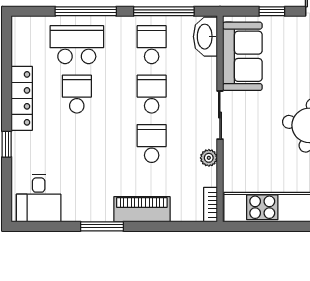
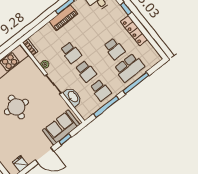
washbasin: (205, 37) -> (73, 97), moved
sofa: (242, 56) -> (61, 127), moved, turned 90
piano: (142, 209) -> (63, 18), moved

